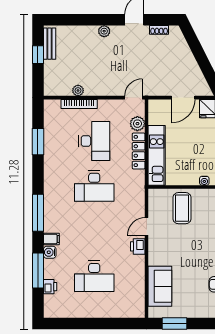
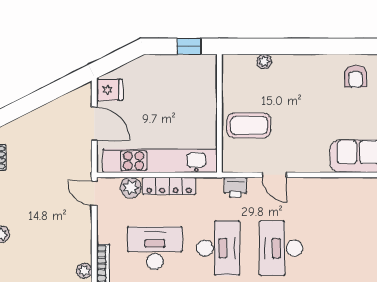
kitchen unit: (157, 155) -> (160, 161), width x1.36
water cooler: (204, 181) -> (211, 94), removed
printer: (138, 246) -> (235, 187), moved
desk: (94, 276) -> (281, 248), moved, turned 180

